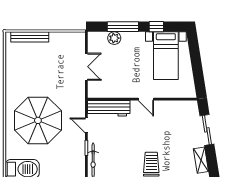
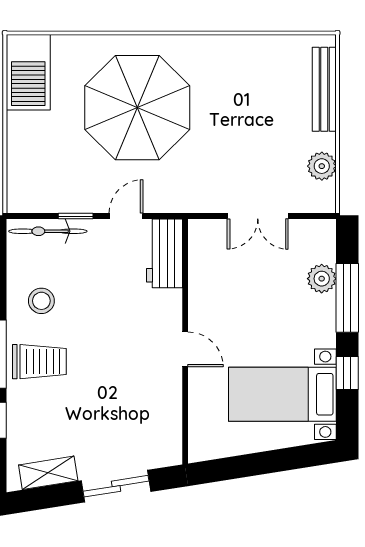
plant: (64, 38) -> (322, 166), added
door: (146, 99) -> (185, 349), swing flipped
workbench: (109, 108) -> (165, 253), width x0.73
stool: (124, 163) -> (41, 301), added

